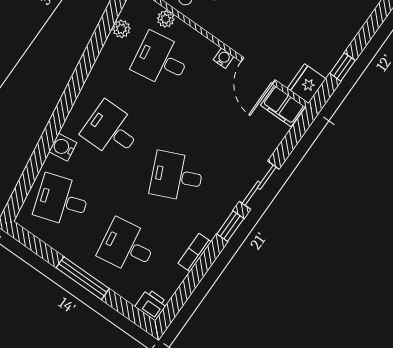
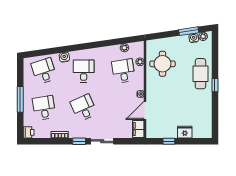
fridge: (307, 84) -> (185, 132), moved

